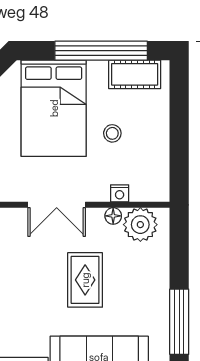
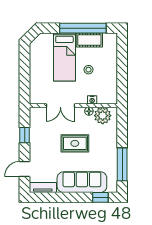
cot: (135, 74) -> (89, 40), moved
bed: (54, 108) -> (64, 57), width x0.67
rug: (85, 280) -> (75, 143), turned 90

